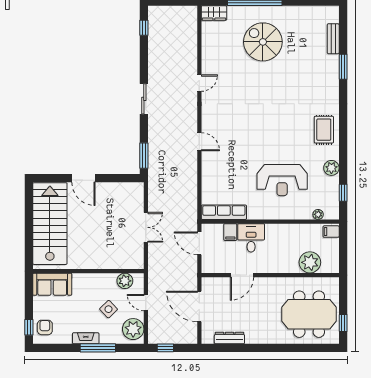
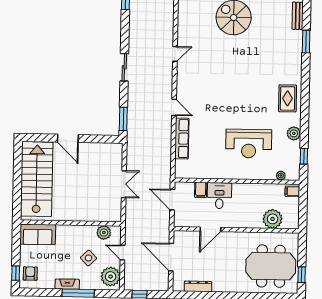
row of seats: (224, 212) -> (182, 139), moved, turned 90

